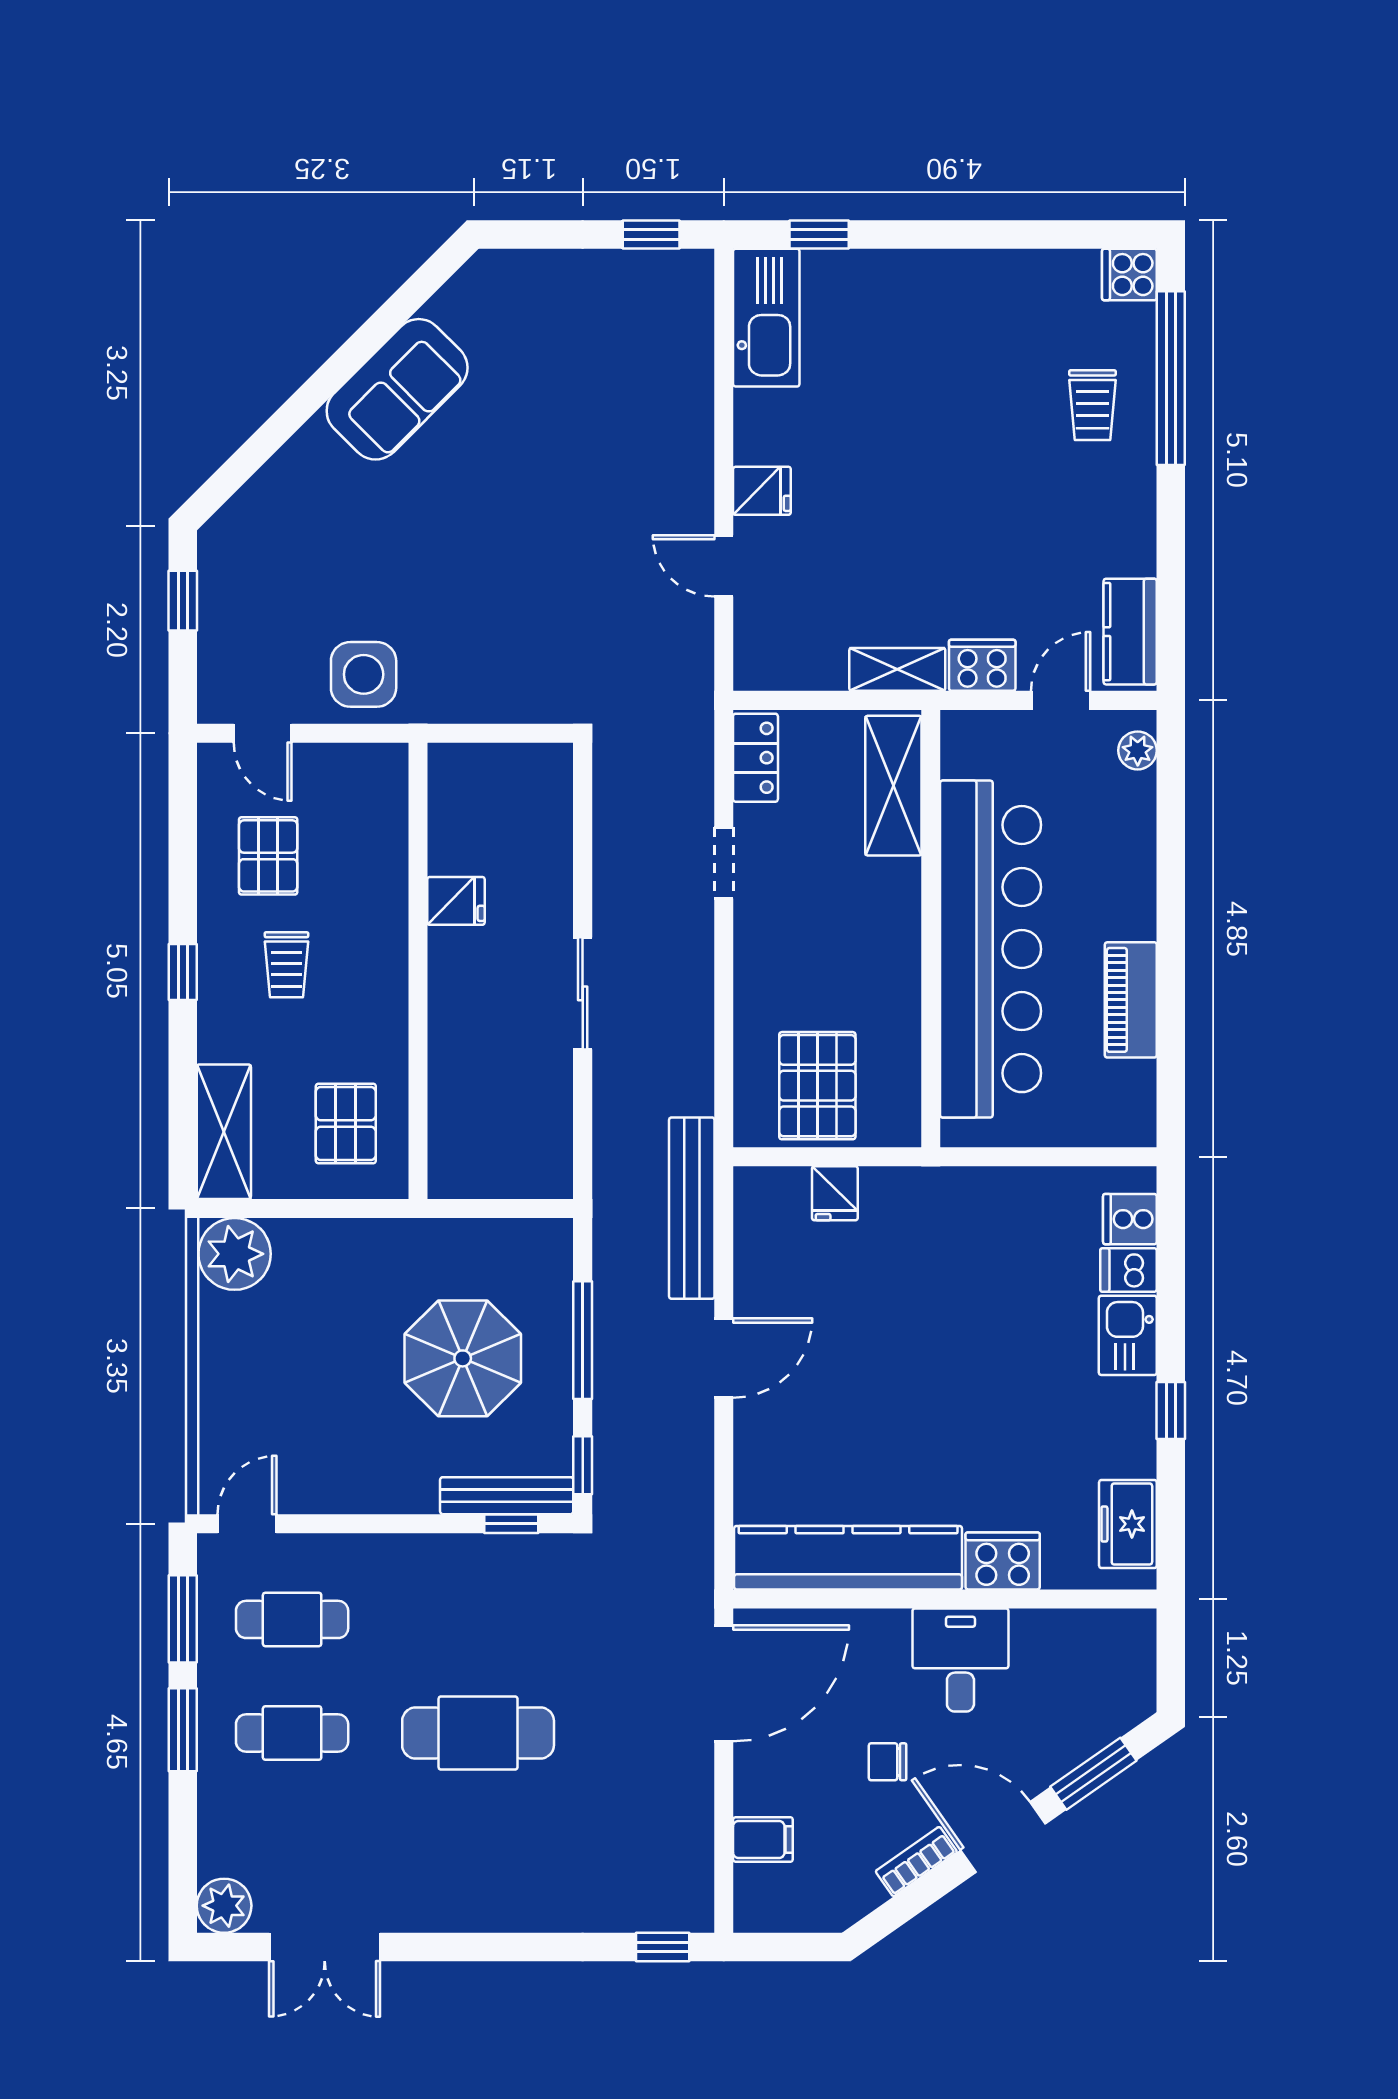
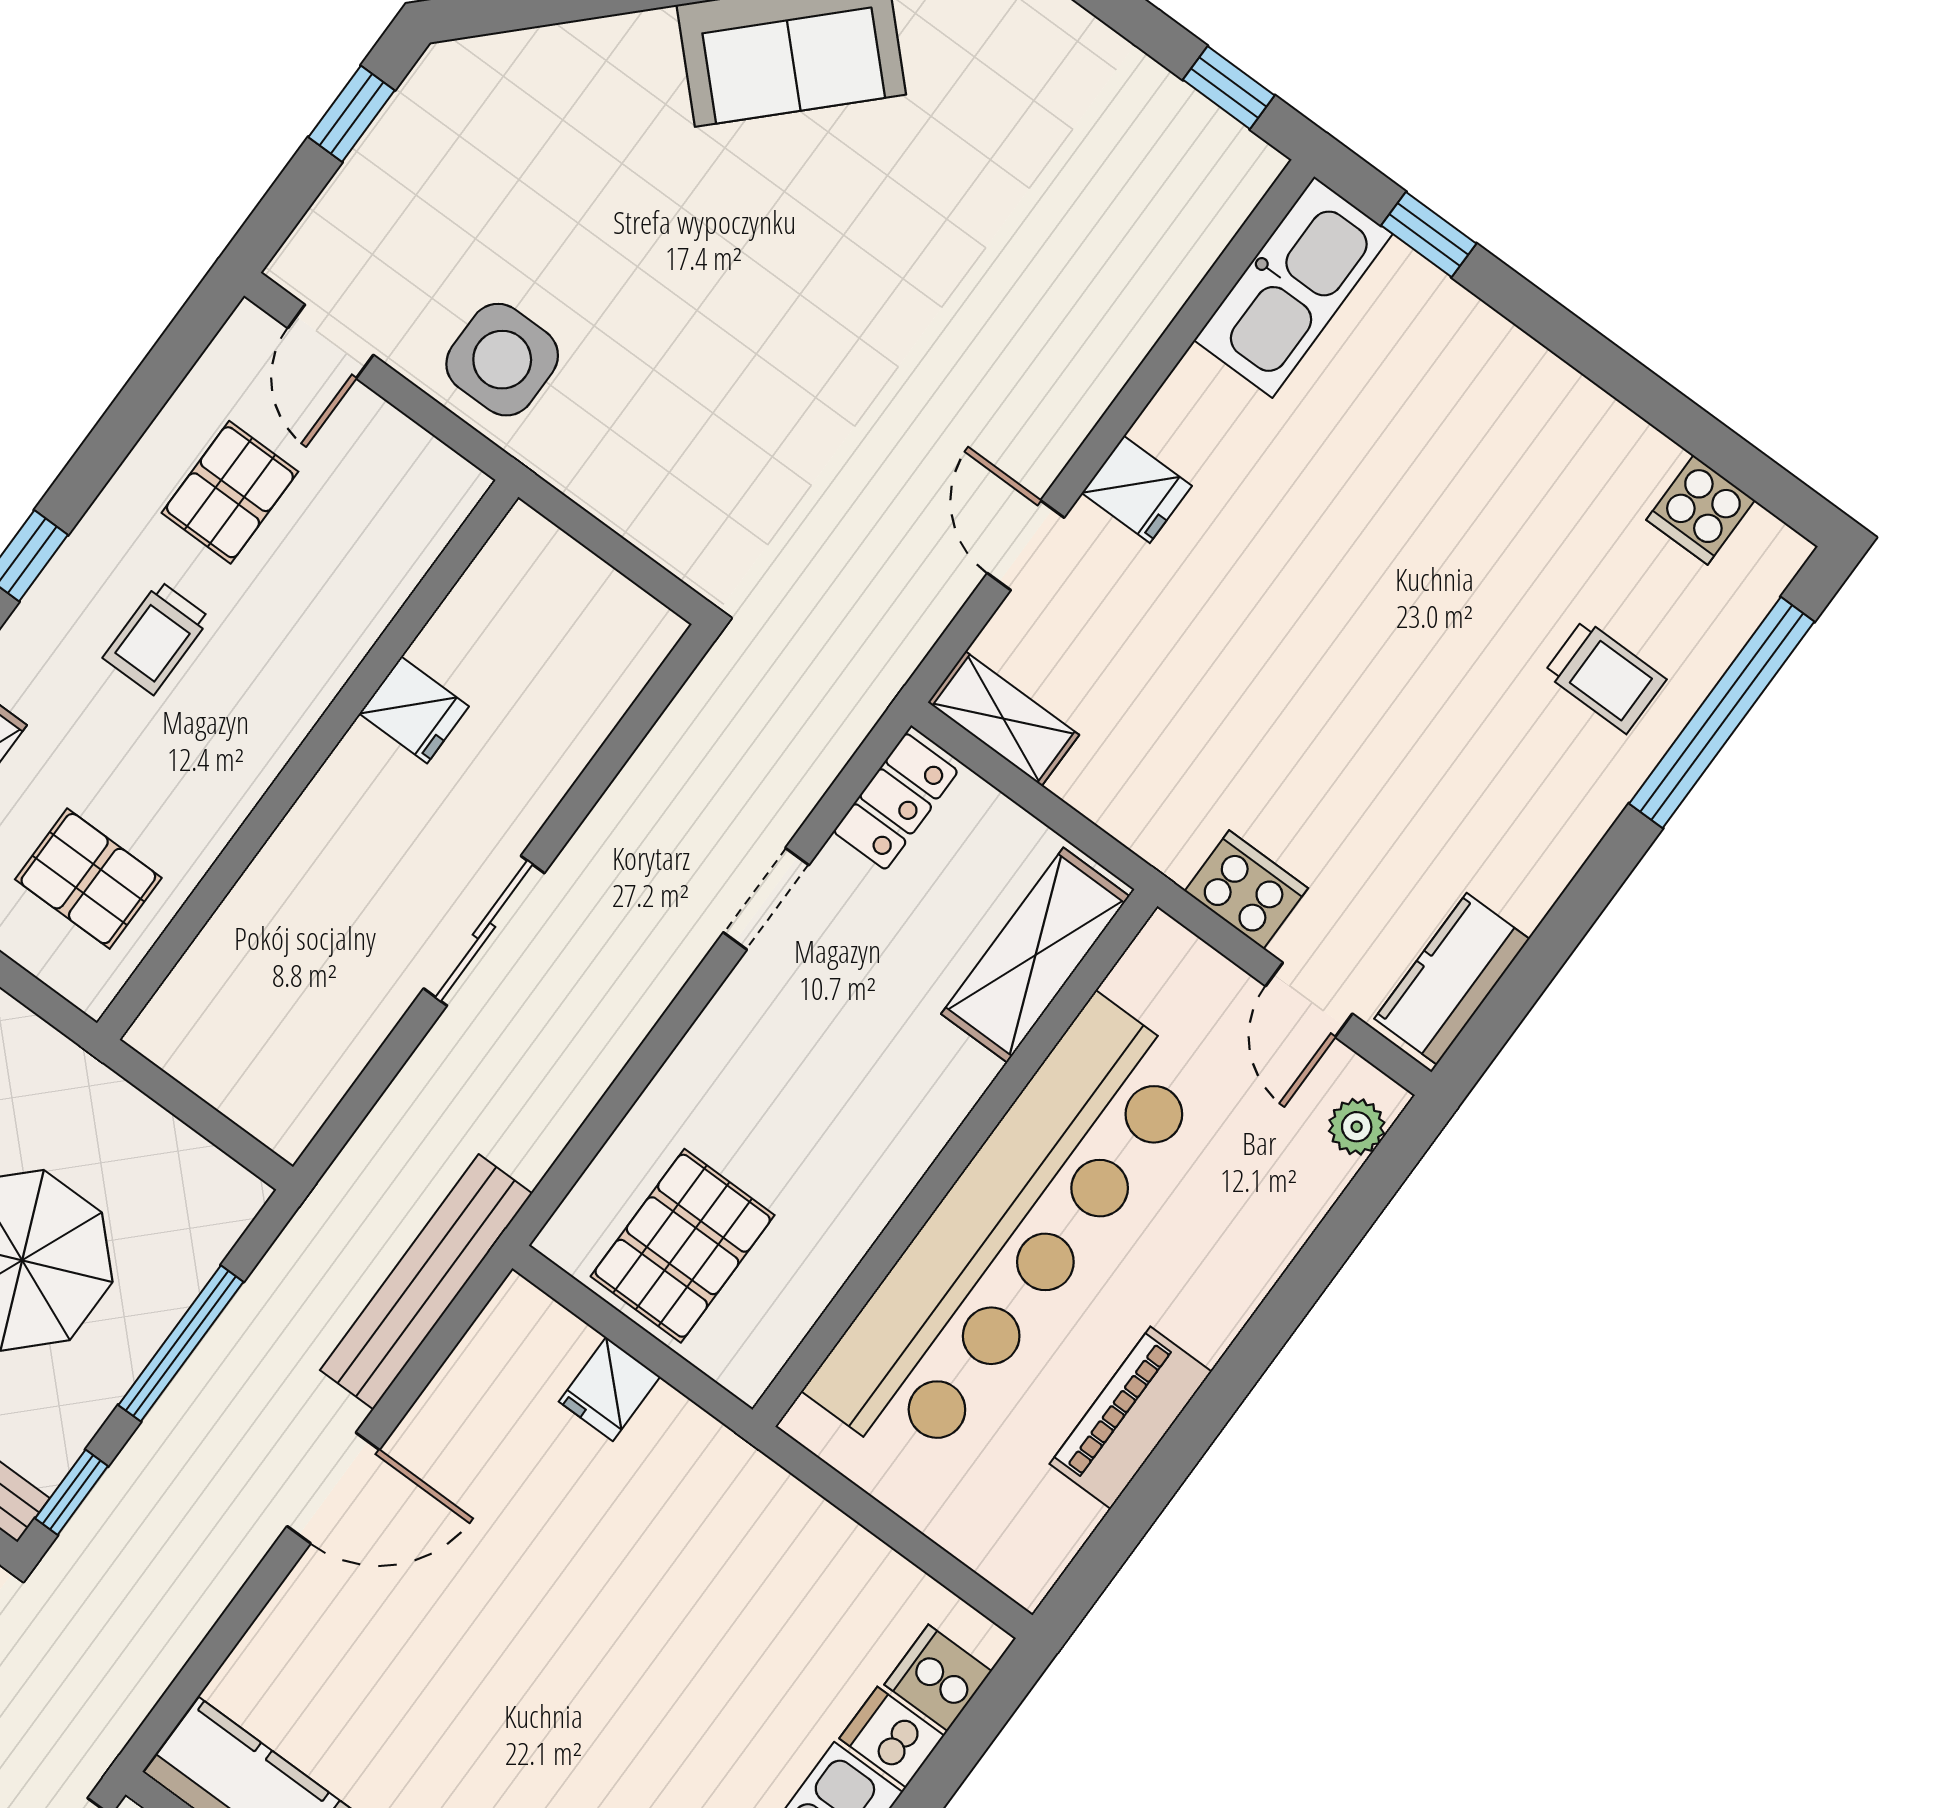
cooker: (1129, 275) -> (1701, 510), moved, turned -90
trolley: (1092, 405) -> (1605, 676), turned -90
shelving: (897, 669) -> (1003, 719), moved
door: (1061, 700) -> (1309, 1000), swing flipped
pallet: (346, 1124) -> (88, 879), turned 90

